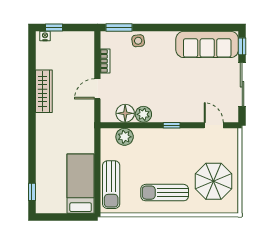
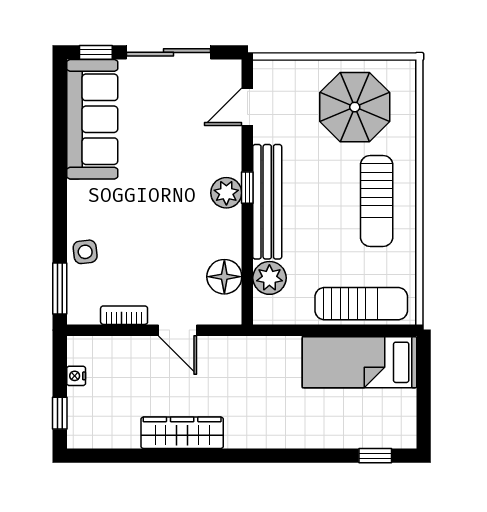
nightstand: (45, 36) -> (76, 376), moved
plant: (143, 114) -> (226, 193), moved
bench: (164, 136) -> (267, 202), added

